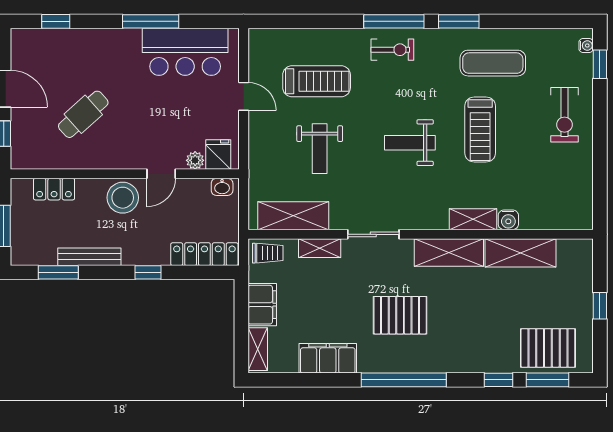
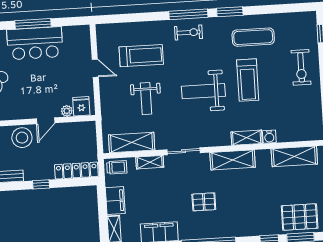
water cooler: (586, 46) -> (312, 22), removed
bar counter: (185, 52) -> (35, 43), moved
weight bench: (410, 143) -> (203, 91), width x1.36, depth x1.33
washbasin: (222, 187) -> (85, 127), removed
shelving: (521, 253) -> (294, 156), moved
pallet: (400, 315) -> (204, 202), width x0.67, depth x0.71

